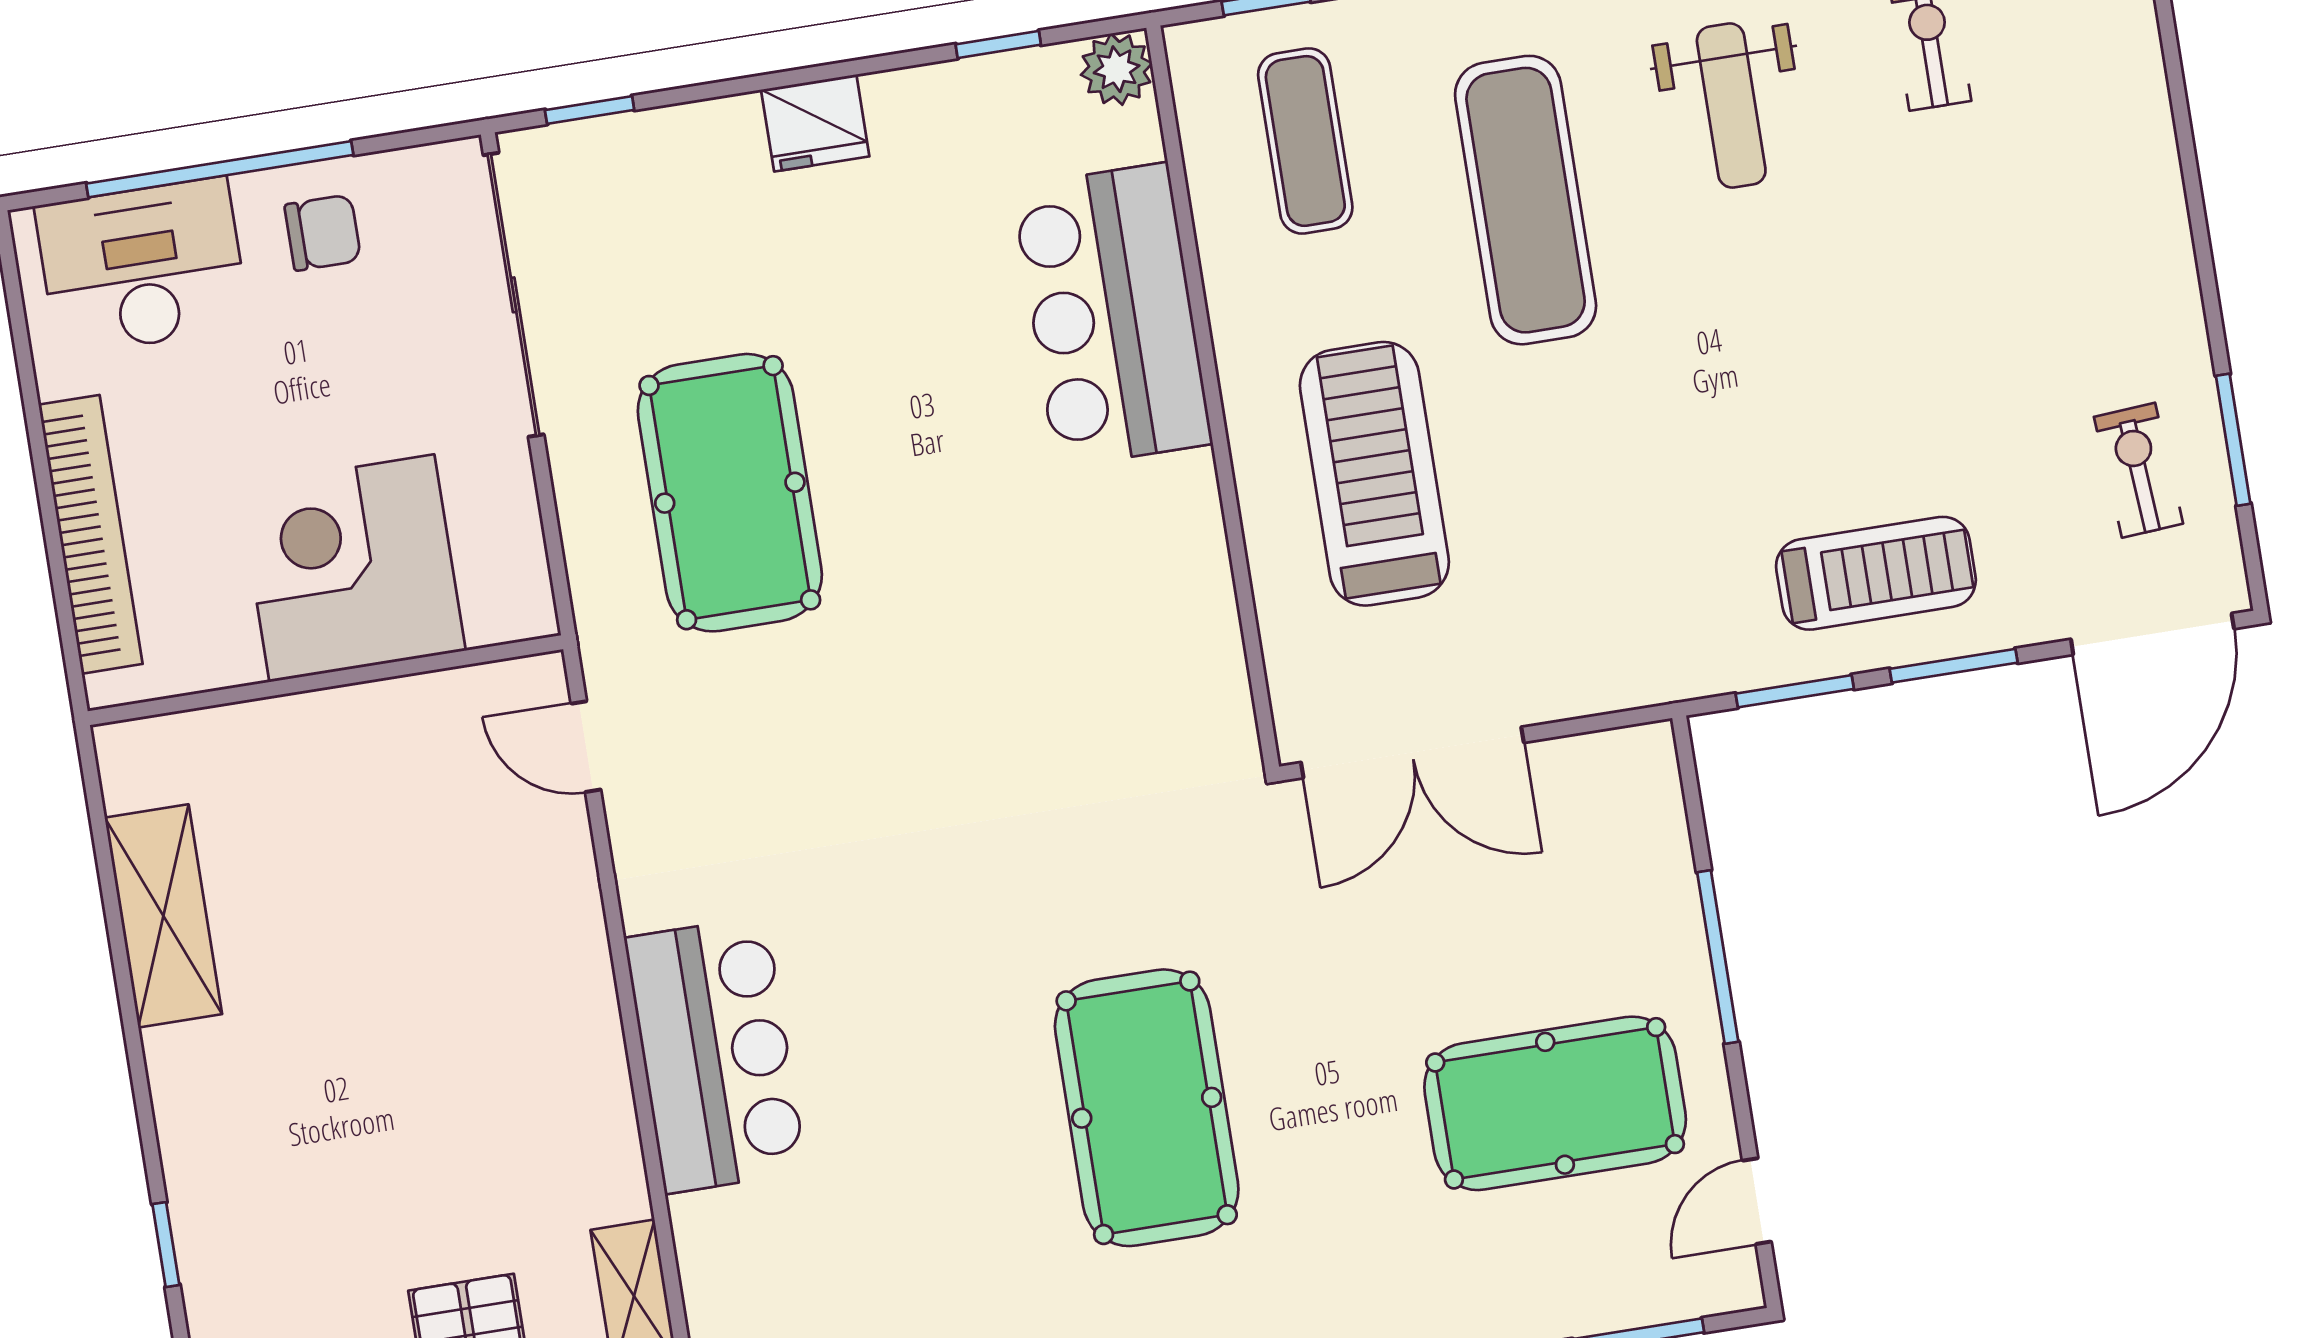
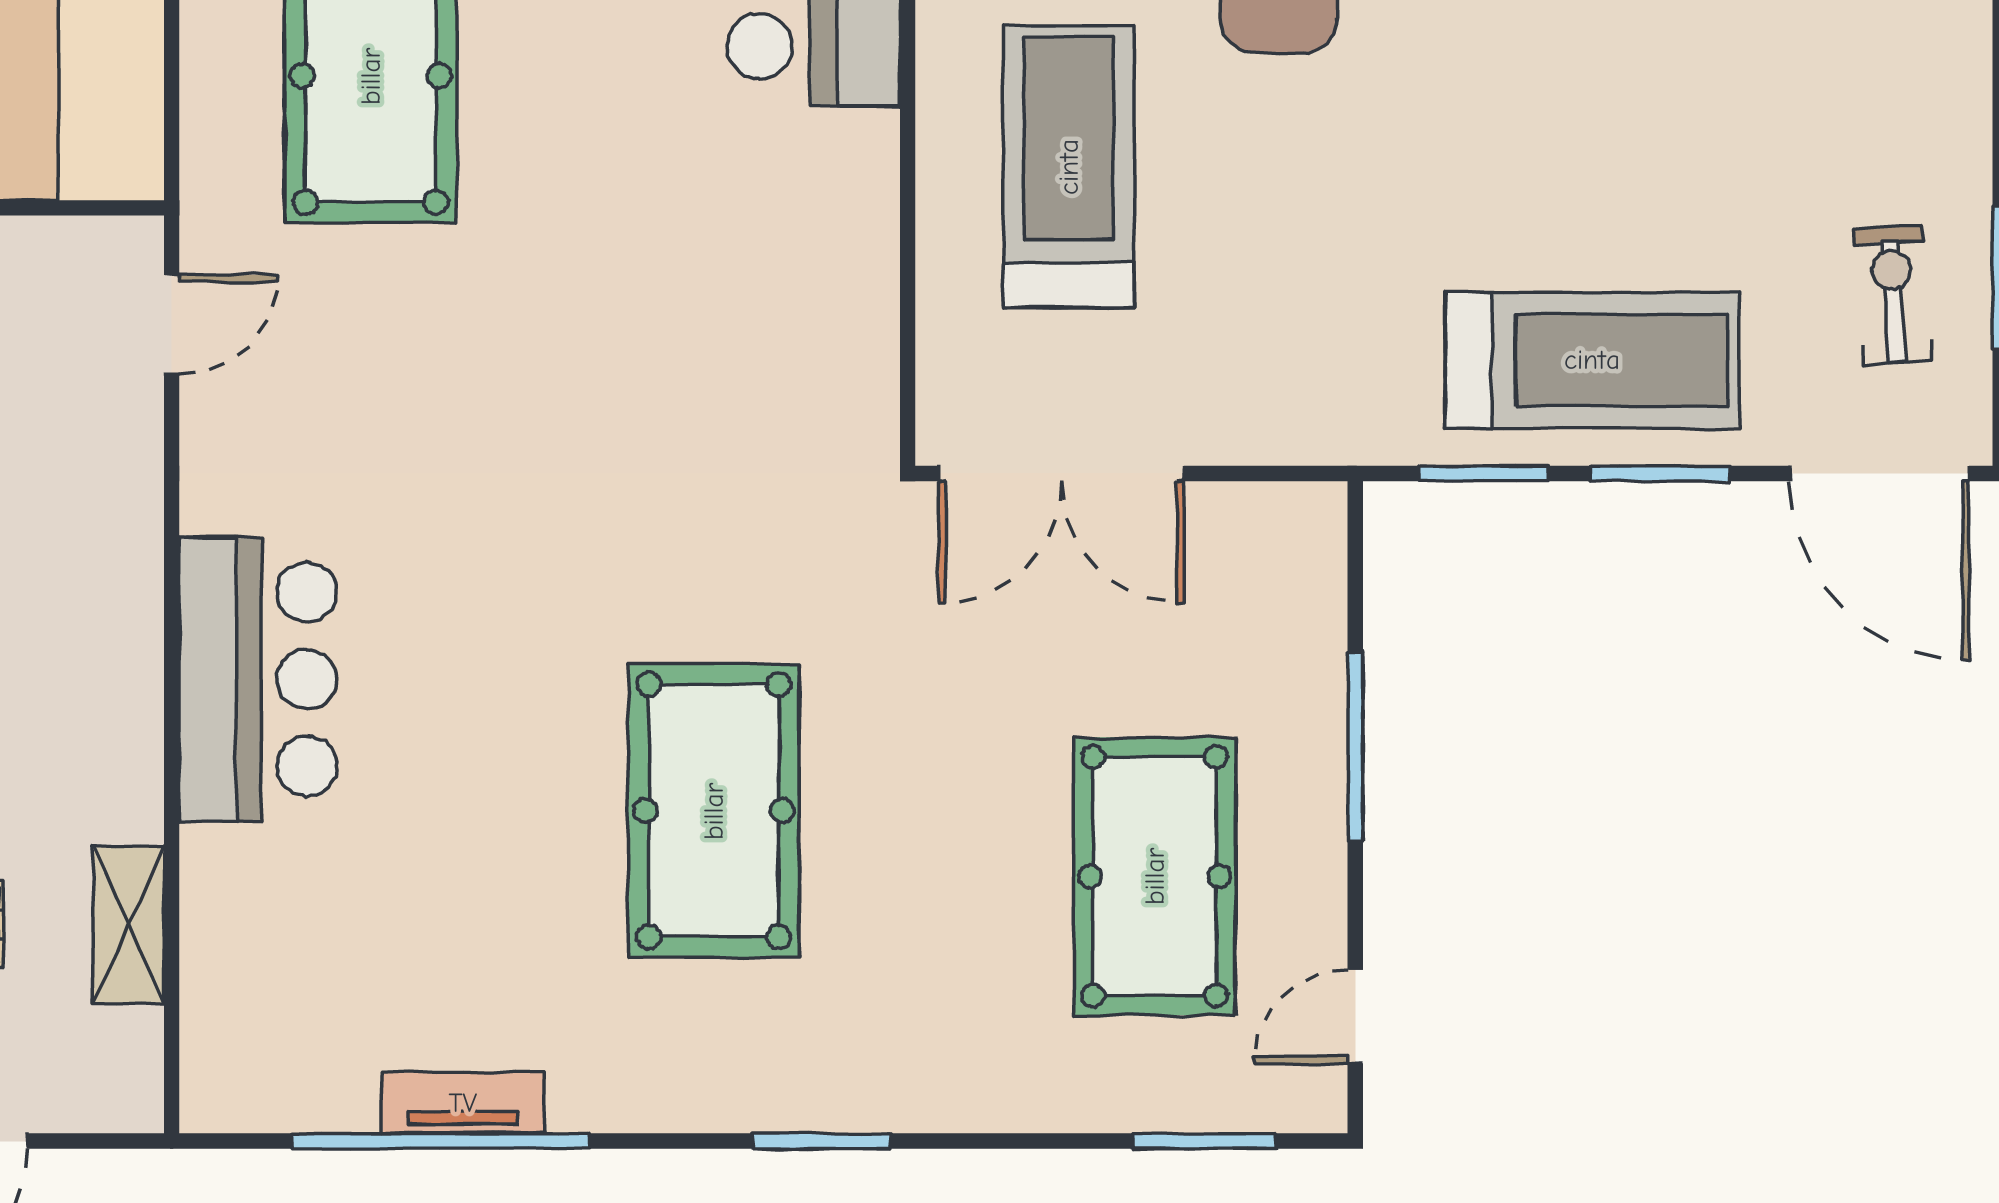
treadmill: (1876, 573) -> (1592, 360), width x1.37, depth x1.38
door: (2152, 634) -> (1880, 473), hinge flipped
door: (586, 747) -> (172, 324), swing flipped
pool table: (1555, 1103) -> (1155, 876), turned 90

